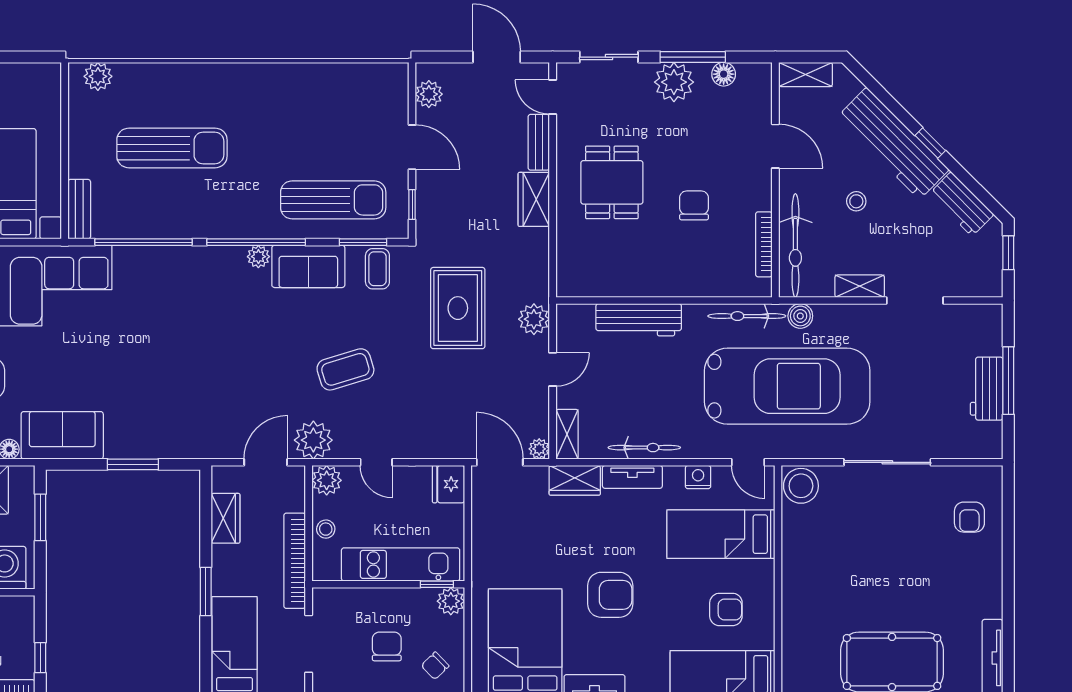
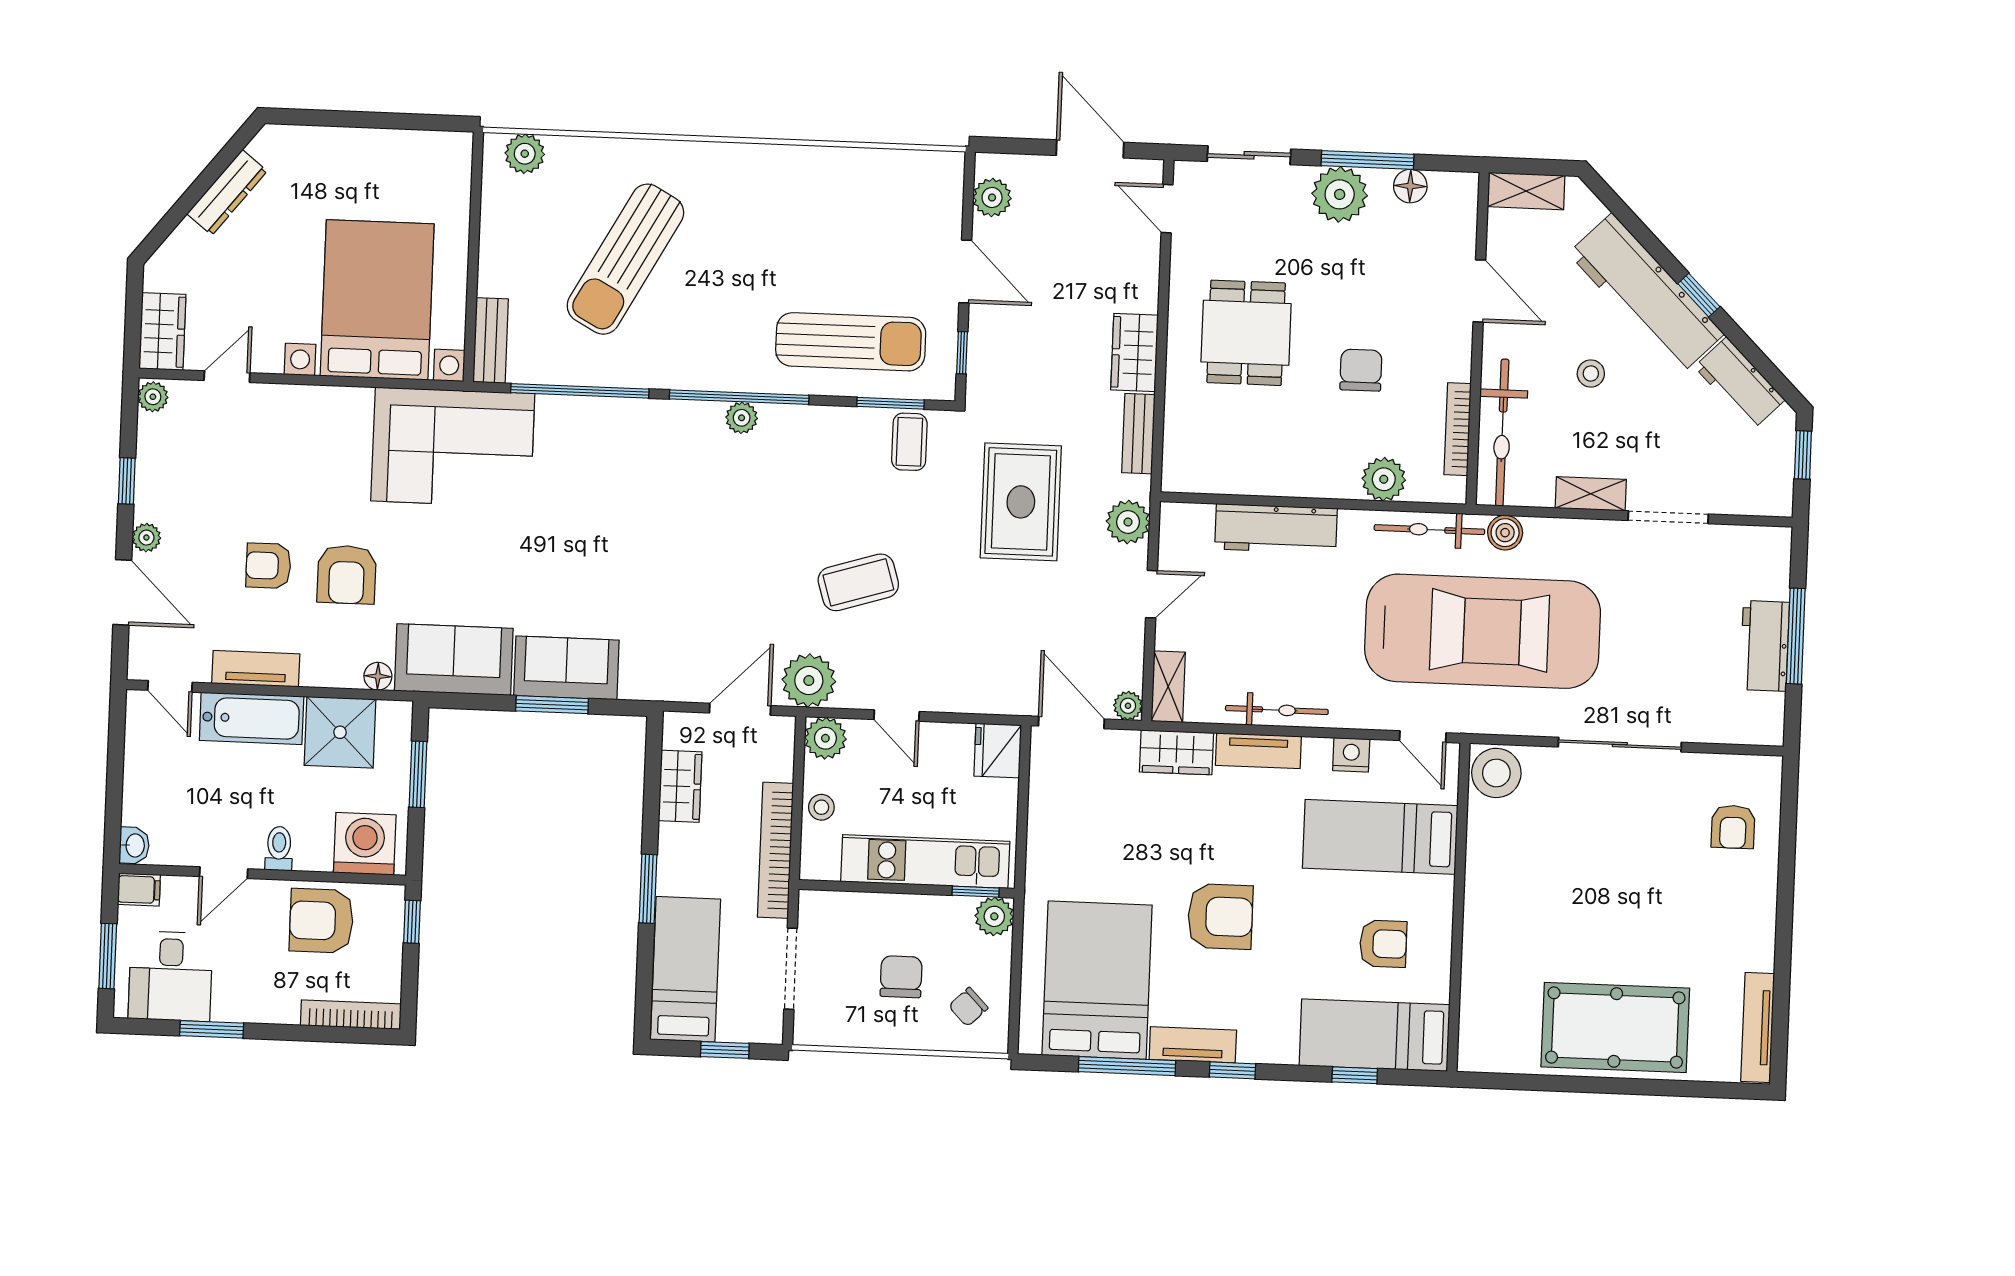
bench: (539, 142) -> (1138, 434), moved
sun lounger: (172, 148) -> (625, 259), turned 119
sofa: (308, 266) -> (566, 668), moved, turned 180
plant: (713, 282) -> (1384, 479), added
window: (40, 658) -> (412, 922), moved

